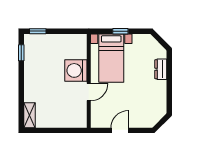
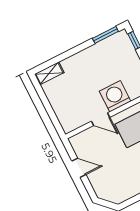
window: (21, 53) -> (105, 35), width x1.50

